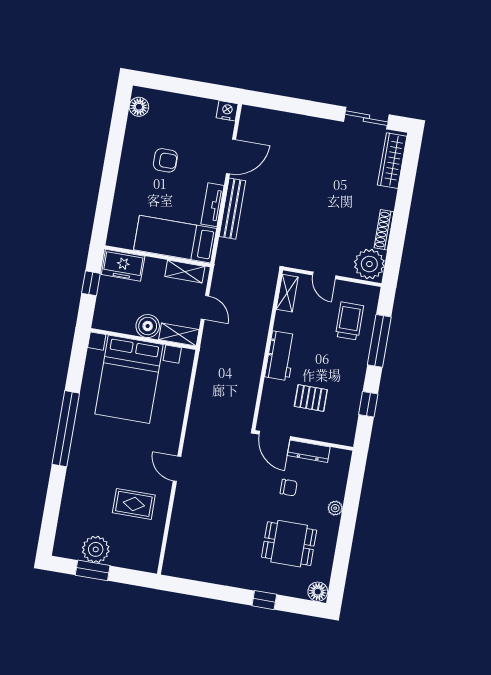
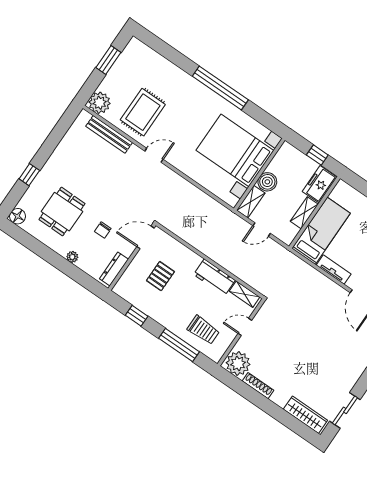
bench: (232, 209) -> (109, 134), moved
shelving: (185, 272) -> (304, 213), moved
workbench: (281, 356) -> (214, 277), moved
dresser: (309, 451) -> (114, 269), moved
rug: (134, 504) -> (143, 112), width x1.36, depth x1.43
plant: (96, 549) -> (100, 103), moved

